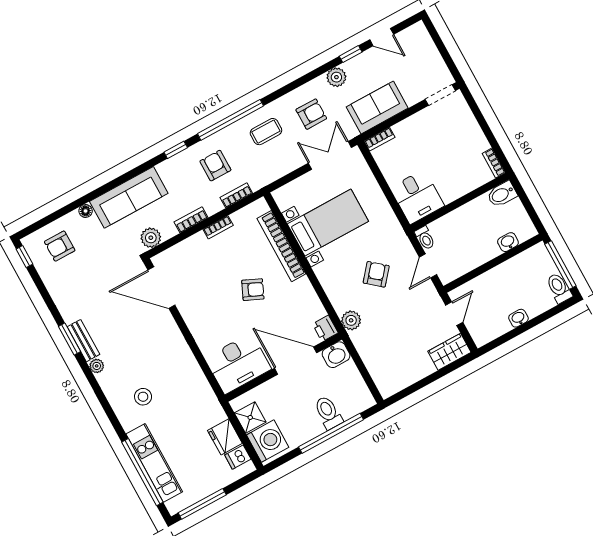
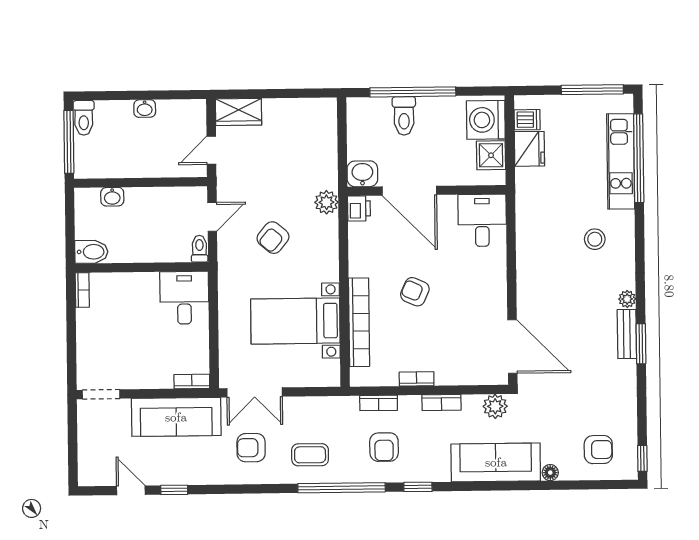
plant: (336, 77) -> (203, 473), removed
sofa: (377, 108) -> (176, 417), width x1.36
desk: (238, 364) -> (482, 220), width x0.73

